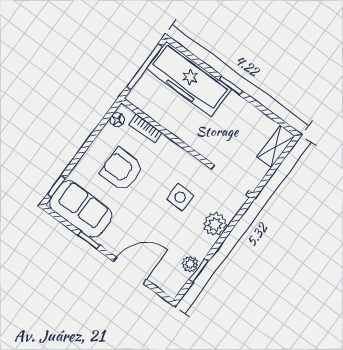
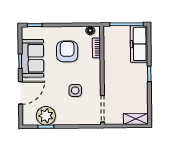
freezer: (189, 79) -> (139, 44), width x0.73, depth x0.79
sofa: (81, 209) -> (33, 58), moved
plant: (215, 224) -> (75, 118), removed
plant: (190, 264) -> (46, 116), width x1.87, depth x1.87
door: (130, 270) -> (20, 93), hinge flipped

